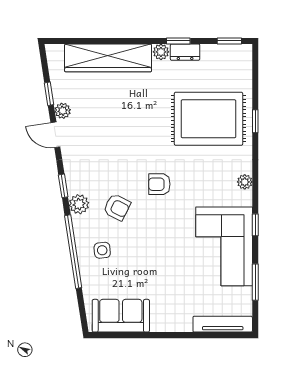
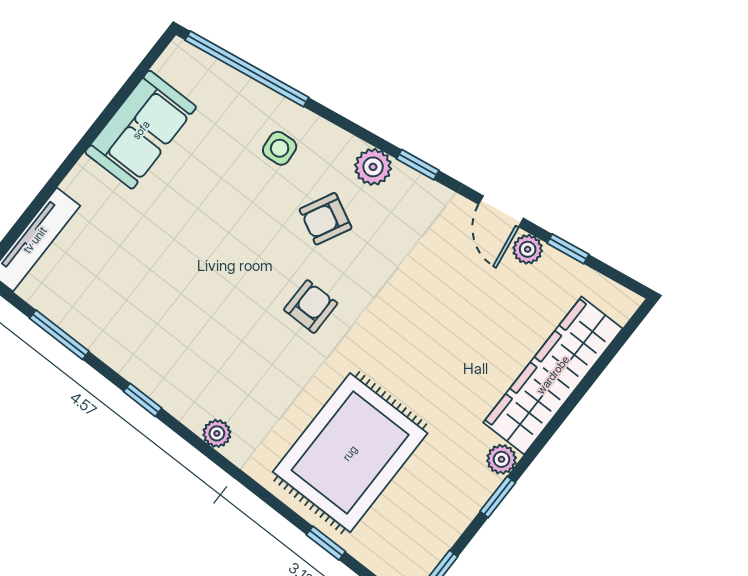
dresser: (185, 52) -> (474, 494), removed
window: (255, 121) -> (326, 543), moved
door: (55, 135) -> (501, 211), swing flipped
corner sofa: (224, 246) -> (147, 330), removed
window: (73, 252) -> (247, 69), moved
sofa: (121, 316) -> (141, 130), moved

